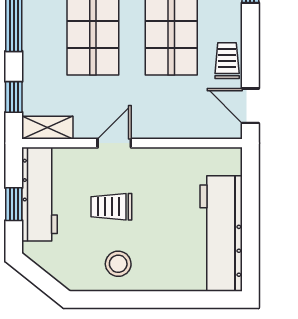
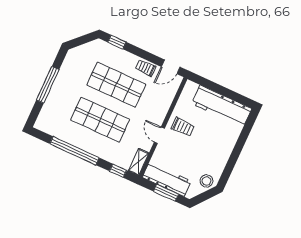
window: (14, 204) -> (166, 193), width x1.50
trolley: (111, 207) -> (183, 127), moved, turned -90
stool: (118, 264) -> (206, 181), moved

